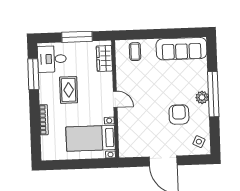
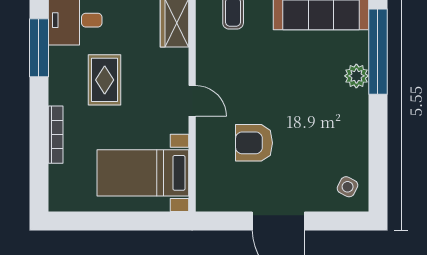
window: (213, 94) -> (378, 52), moved
plant: (202, 97) -> (356, 76), moved
armchair: (179, 114) -> (254, 143), moved, turned -90

